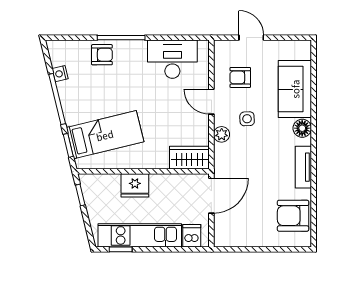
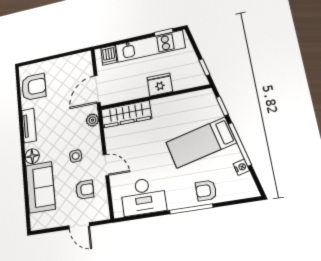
plant: (222, 134) -> (92, 120), moved
bed: (105, 135) -> (201, 143), moved
wardrobe: (189, 158) -> (126, 114), width x1.50

